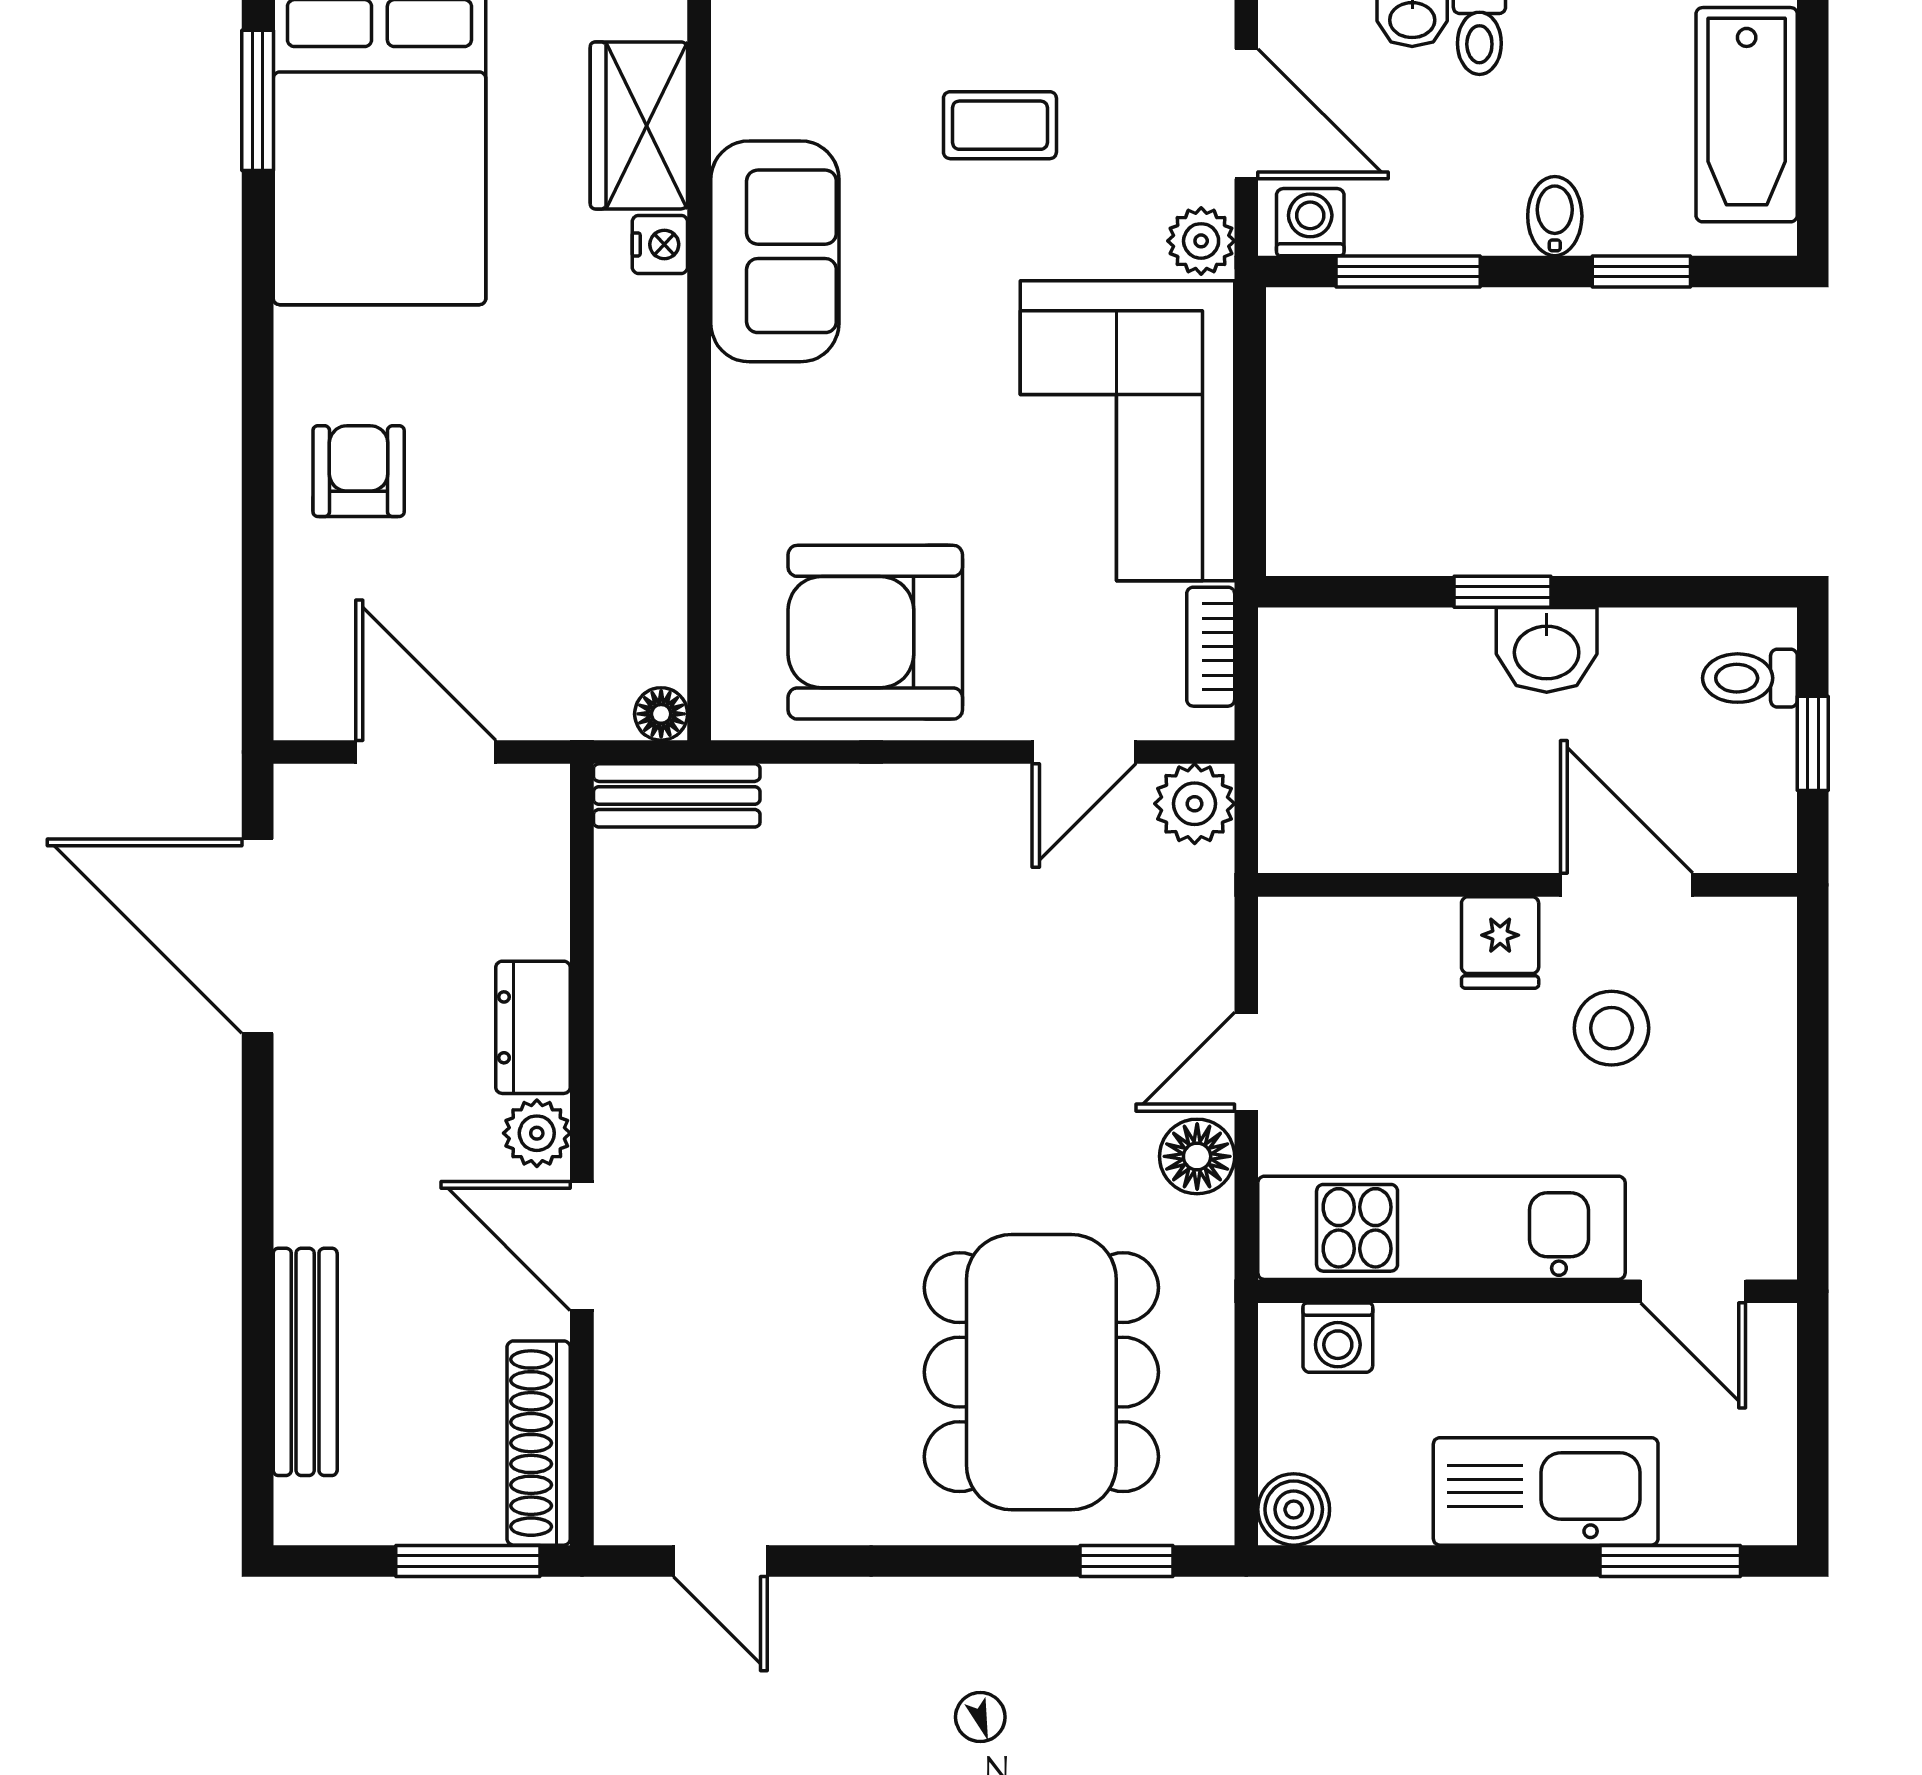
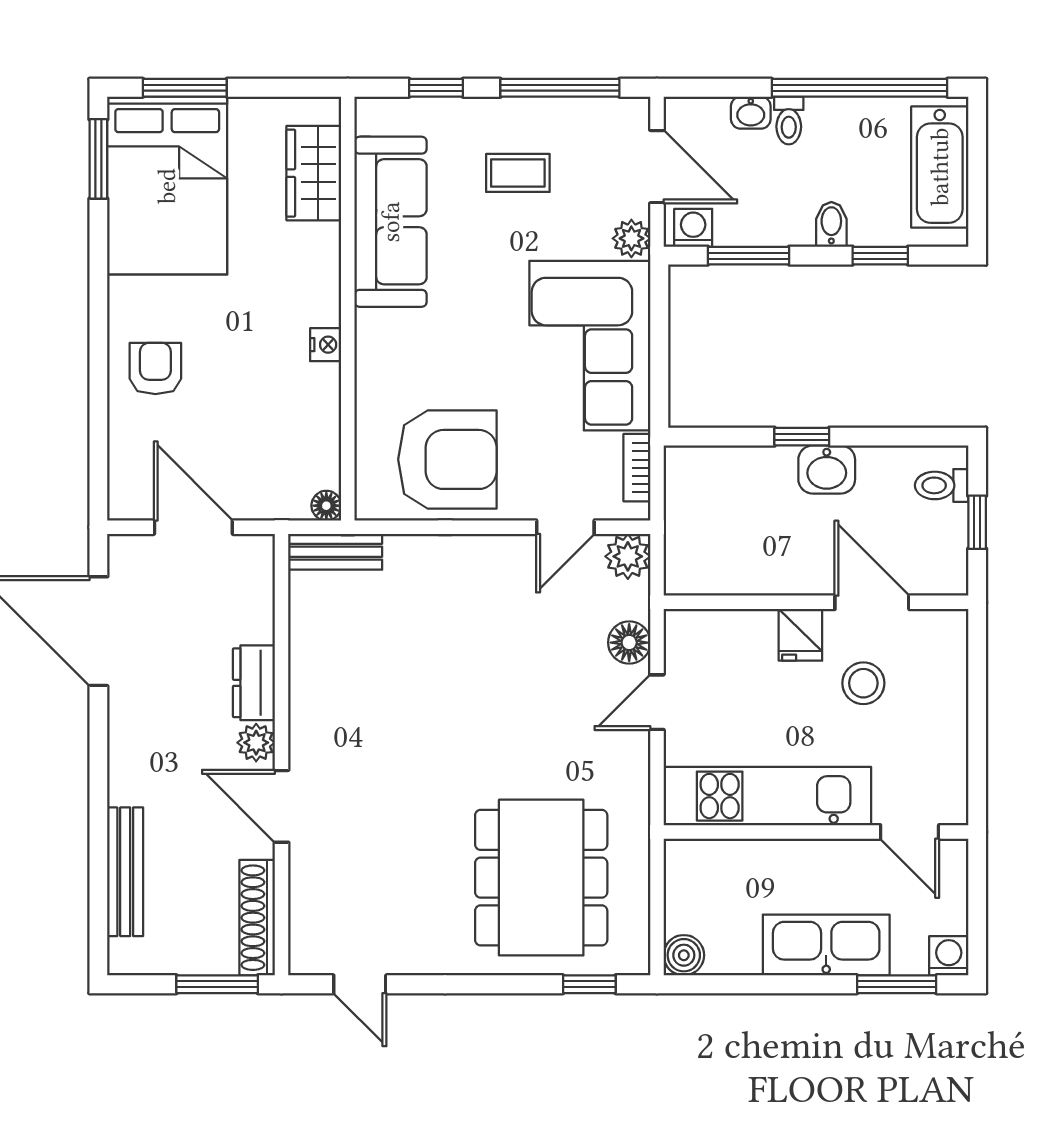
nightstand: (660, 244) -> (326, 345), moved
sofa: (775, 251) -> (391, 222), width x1.36
armchair: (875, 632) -> (447, 459), turned 180
floor lamp: (1197, 1156) -> (629, 643), moved
washing machine: (1338, 1338) -> (949, 956), moved, turned 180

